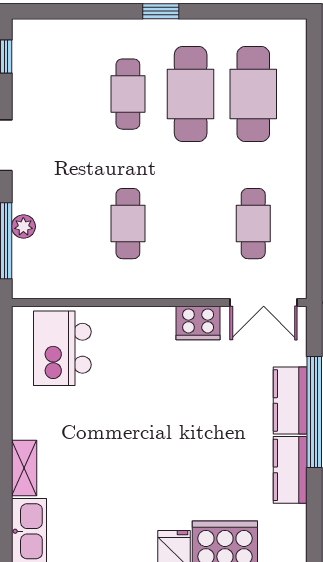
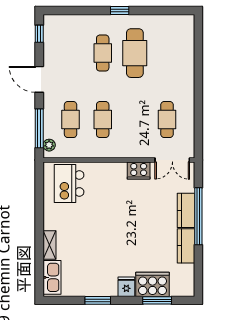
cafe table: (253, 94) -> (71, 120), moved, width x0.73, depth x0.74
plant: (23, 227) -> (49, 145), moved

